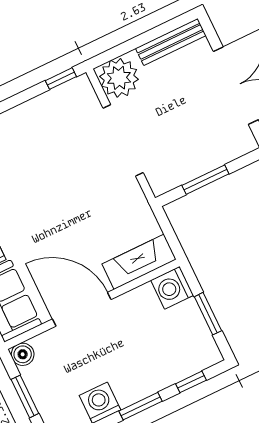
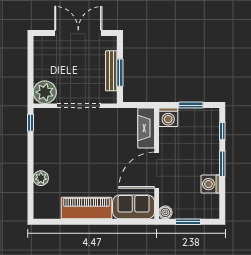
bench: (171, 42) -> (111, 71), moved

